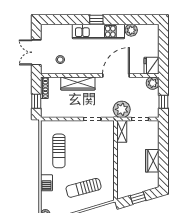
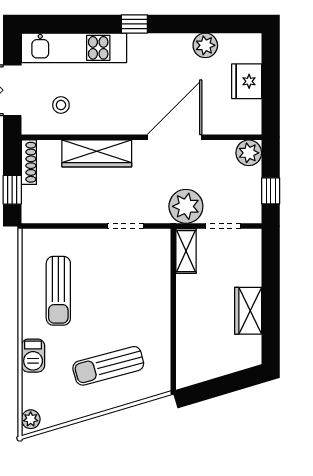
kitchen unit: (98, 31) -> (74, 48), moved
fridge: (152, 66) -> (247, 81), moved
window: (138, 198) -> (219, 386), removed

